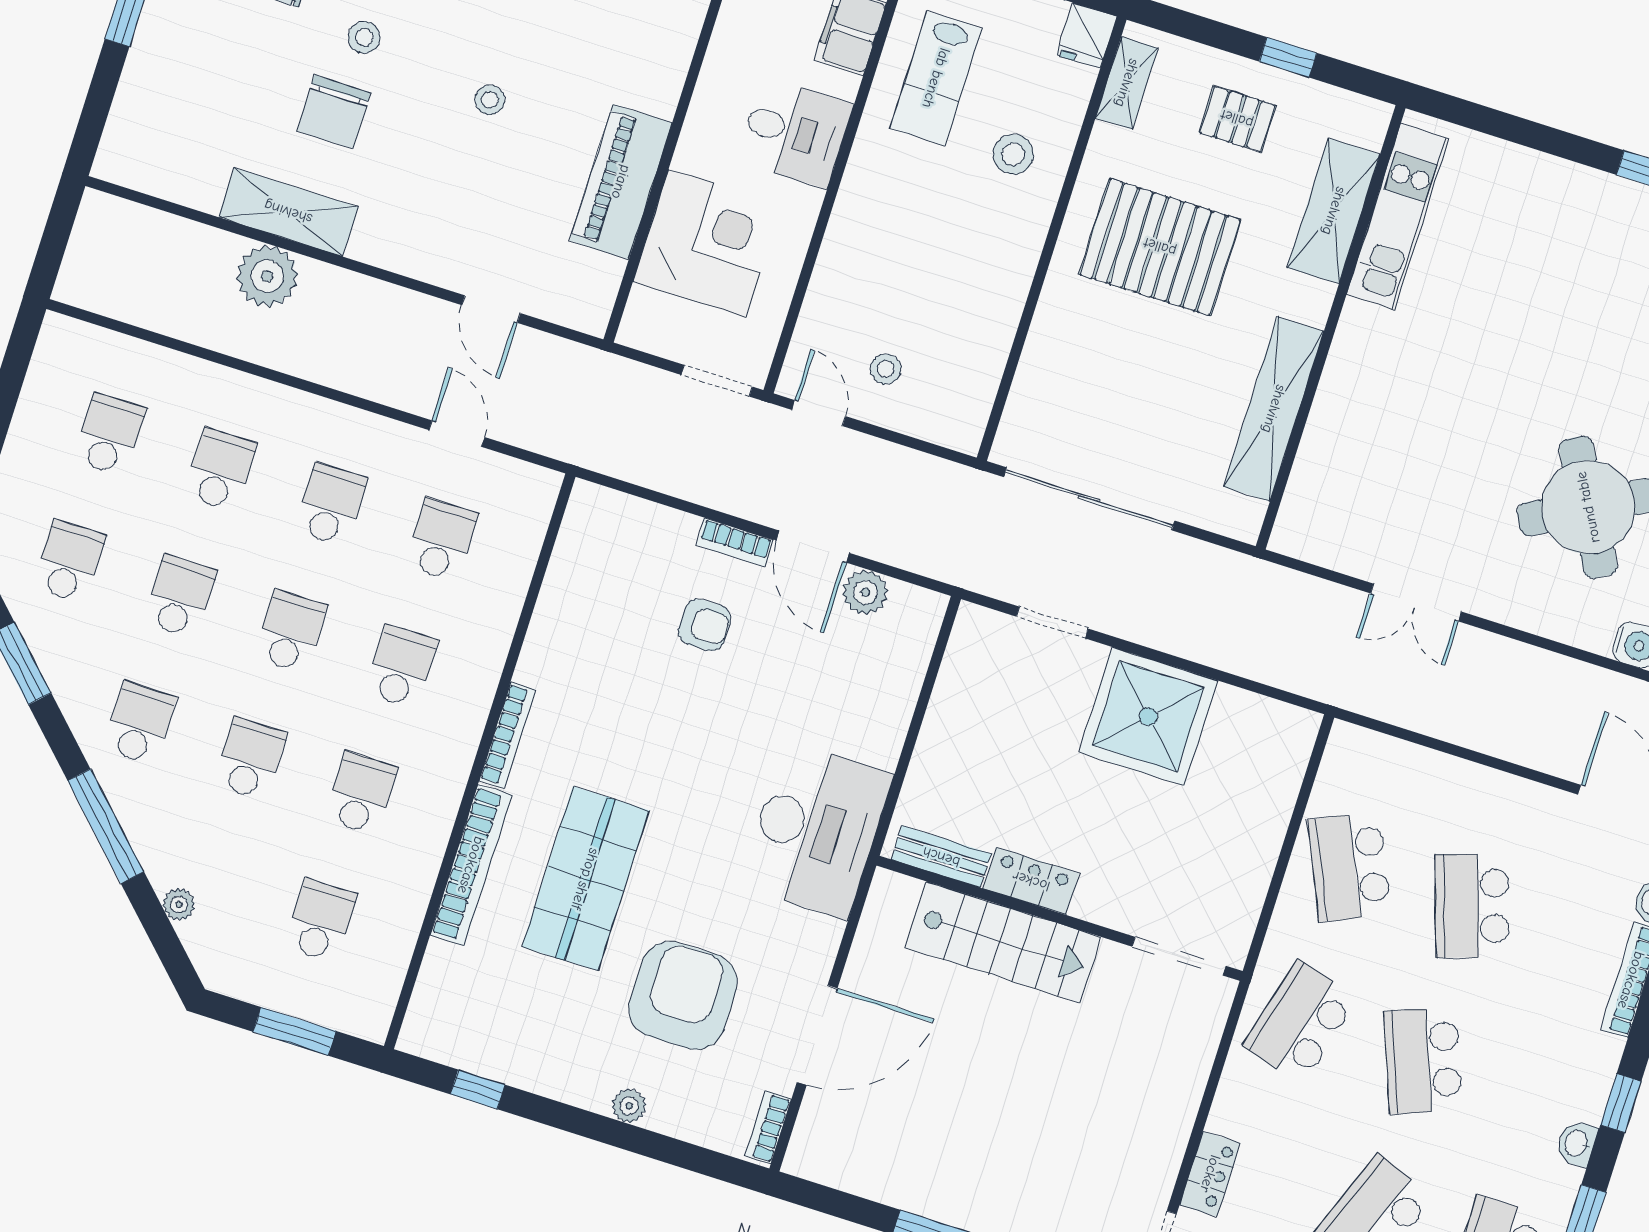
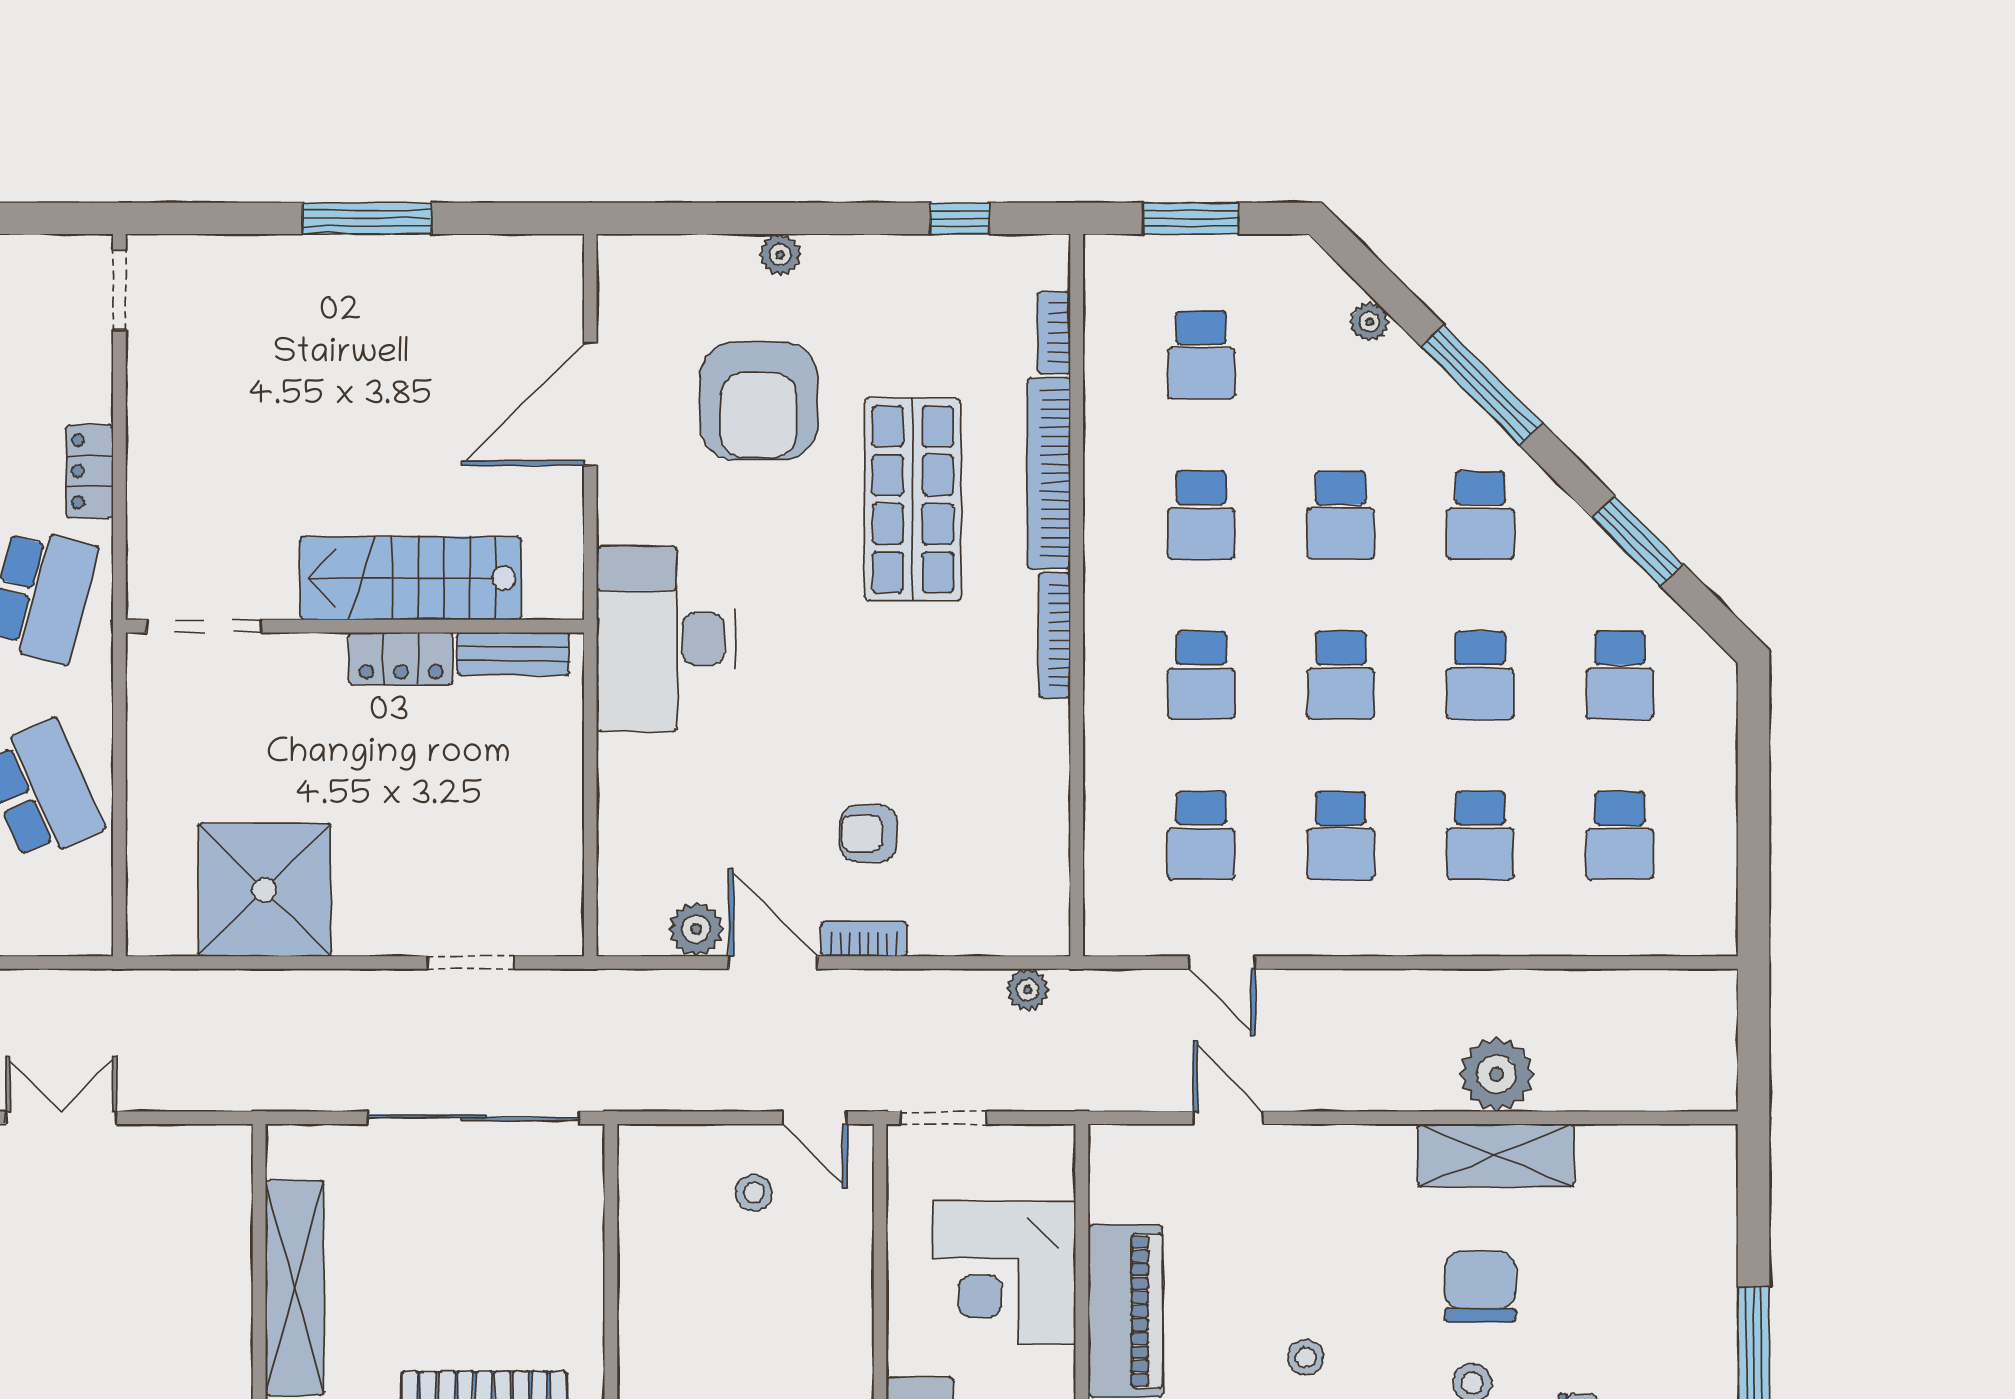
plant: (618, 461) -> (1028, 990), added
shower: (1148, 716) -> (264, 890), moved
bookcase: (768, 1127) -> (1054, 333), moved, turned 180
locker: (1210, 1174) -> (90, 471), moved

